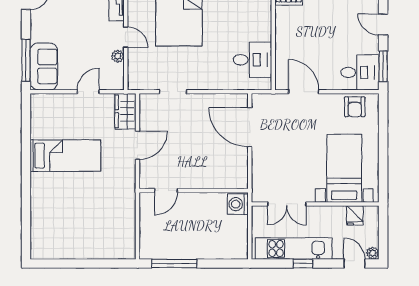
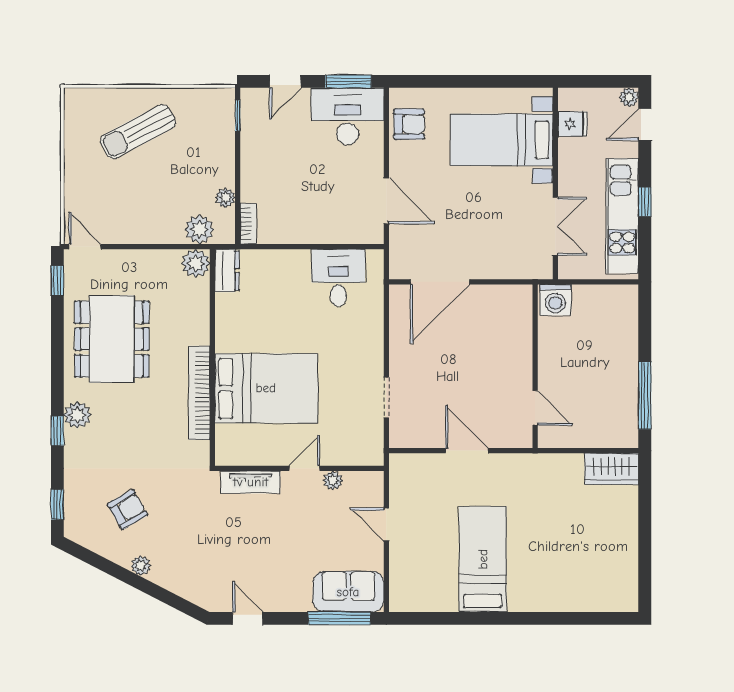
desk: (360, 72) -> (348, 116), width x1.37
door: (304, 92) -> (386, 201), swing flipped
wardrobe: (125, 111) -> (612, 469), moved

